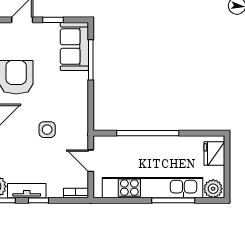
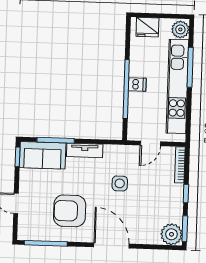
window: (53, 20) -> (17, 157), moved
dishwasher: (153, 145) -> (137, 84), added
tv unit: (27, 191) -> (85, 150), moved, turned -90
bookcase: (76, 193) -> (180, 165), width x1.56

